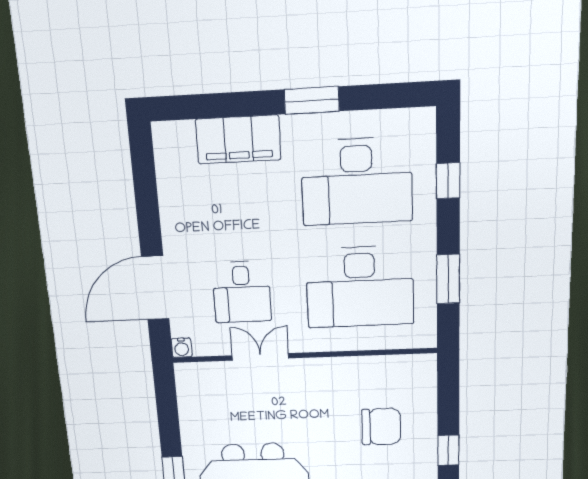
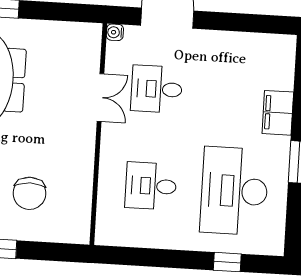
filing cabinet: (238, 140) -> (278, 113), width x0.67, depth x0.86
window: (448, 279) -> (150, 257), removed
desk: (360, 287) -> (151, 186), width x0.53, depth x0.77

